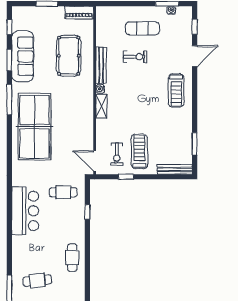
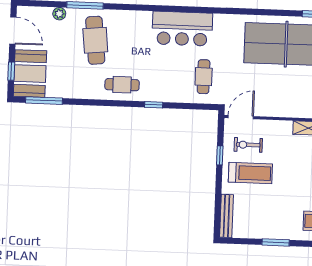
window: (195, 144) -> (276, 242), moved
window: (87, 212) -> (154, 105), moved
cafe table: (37, 281) -> (95, 40), width x1.37, depth x1.35

